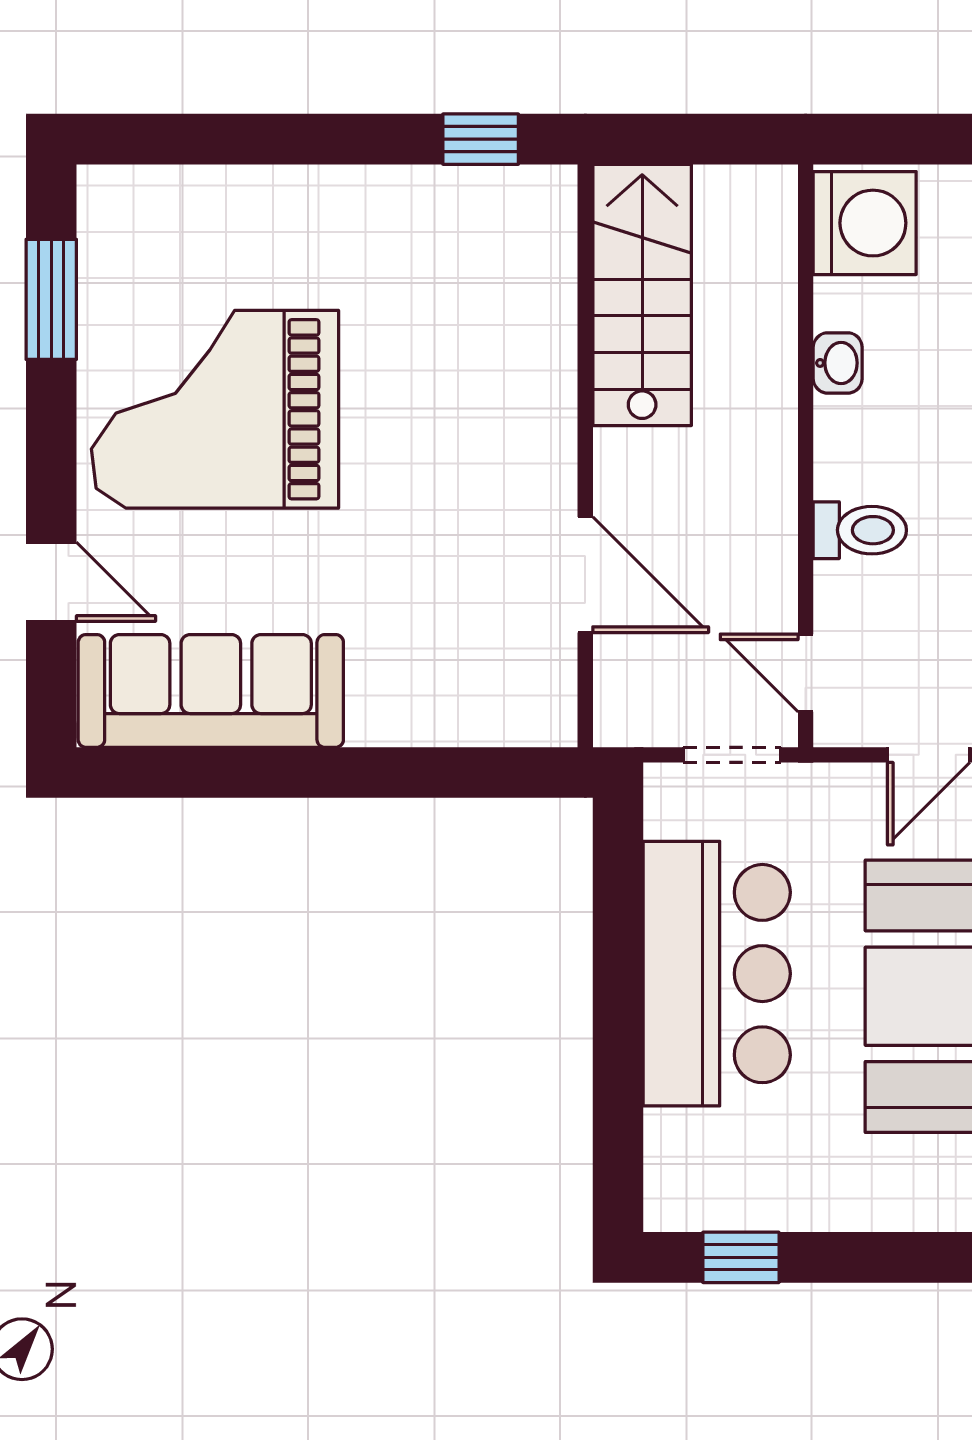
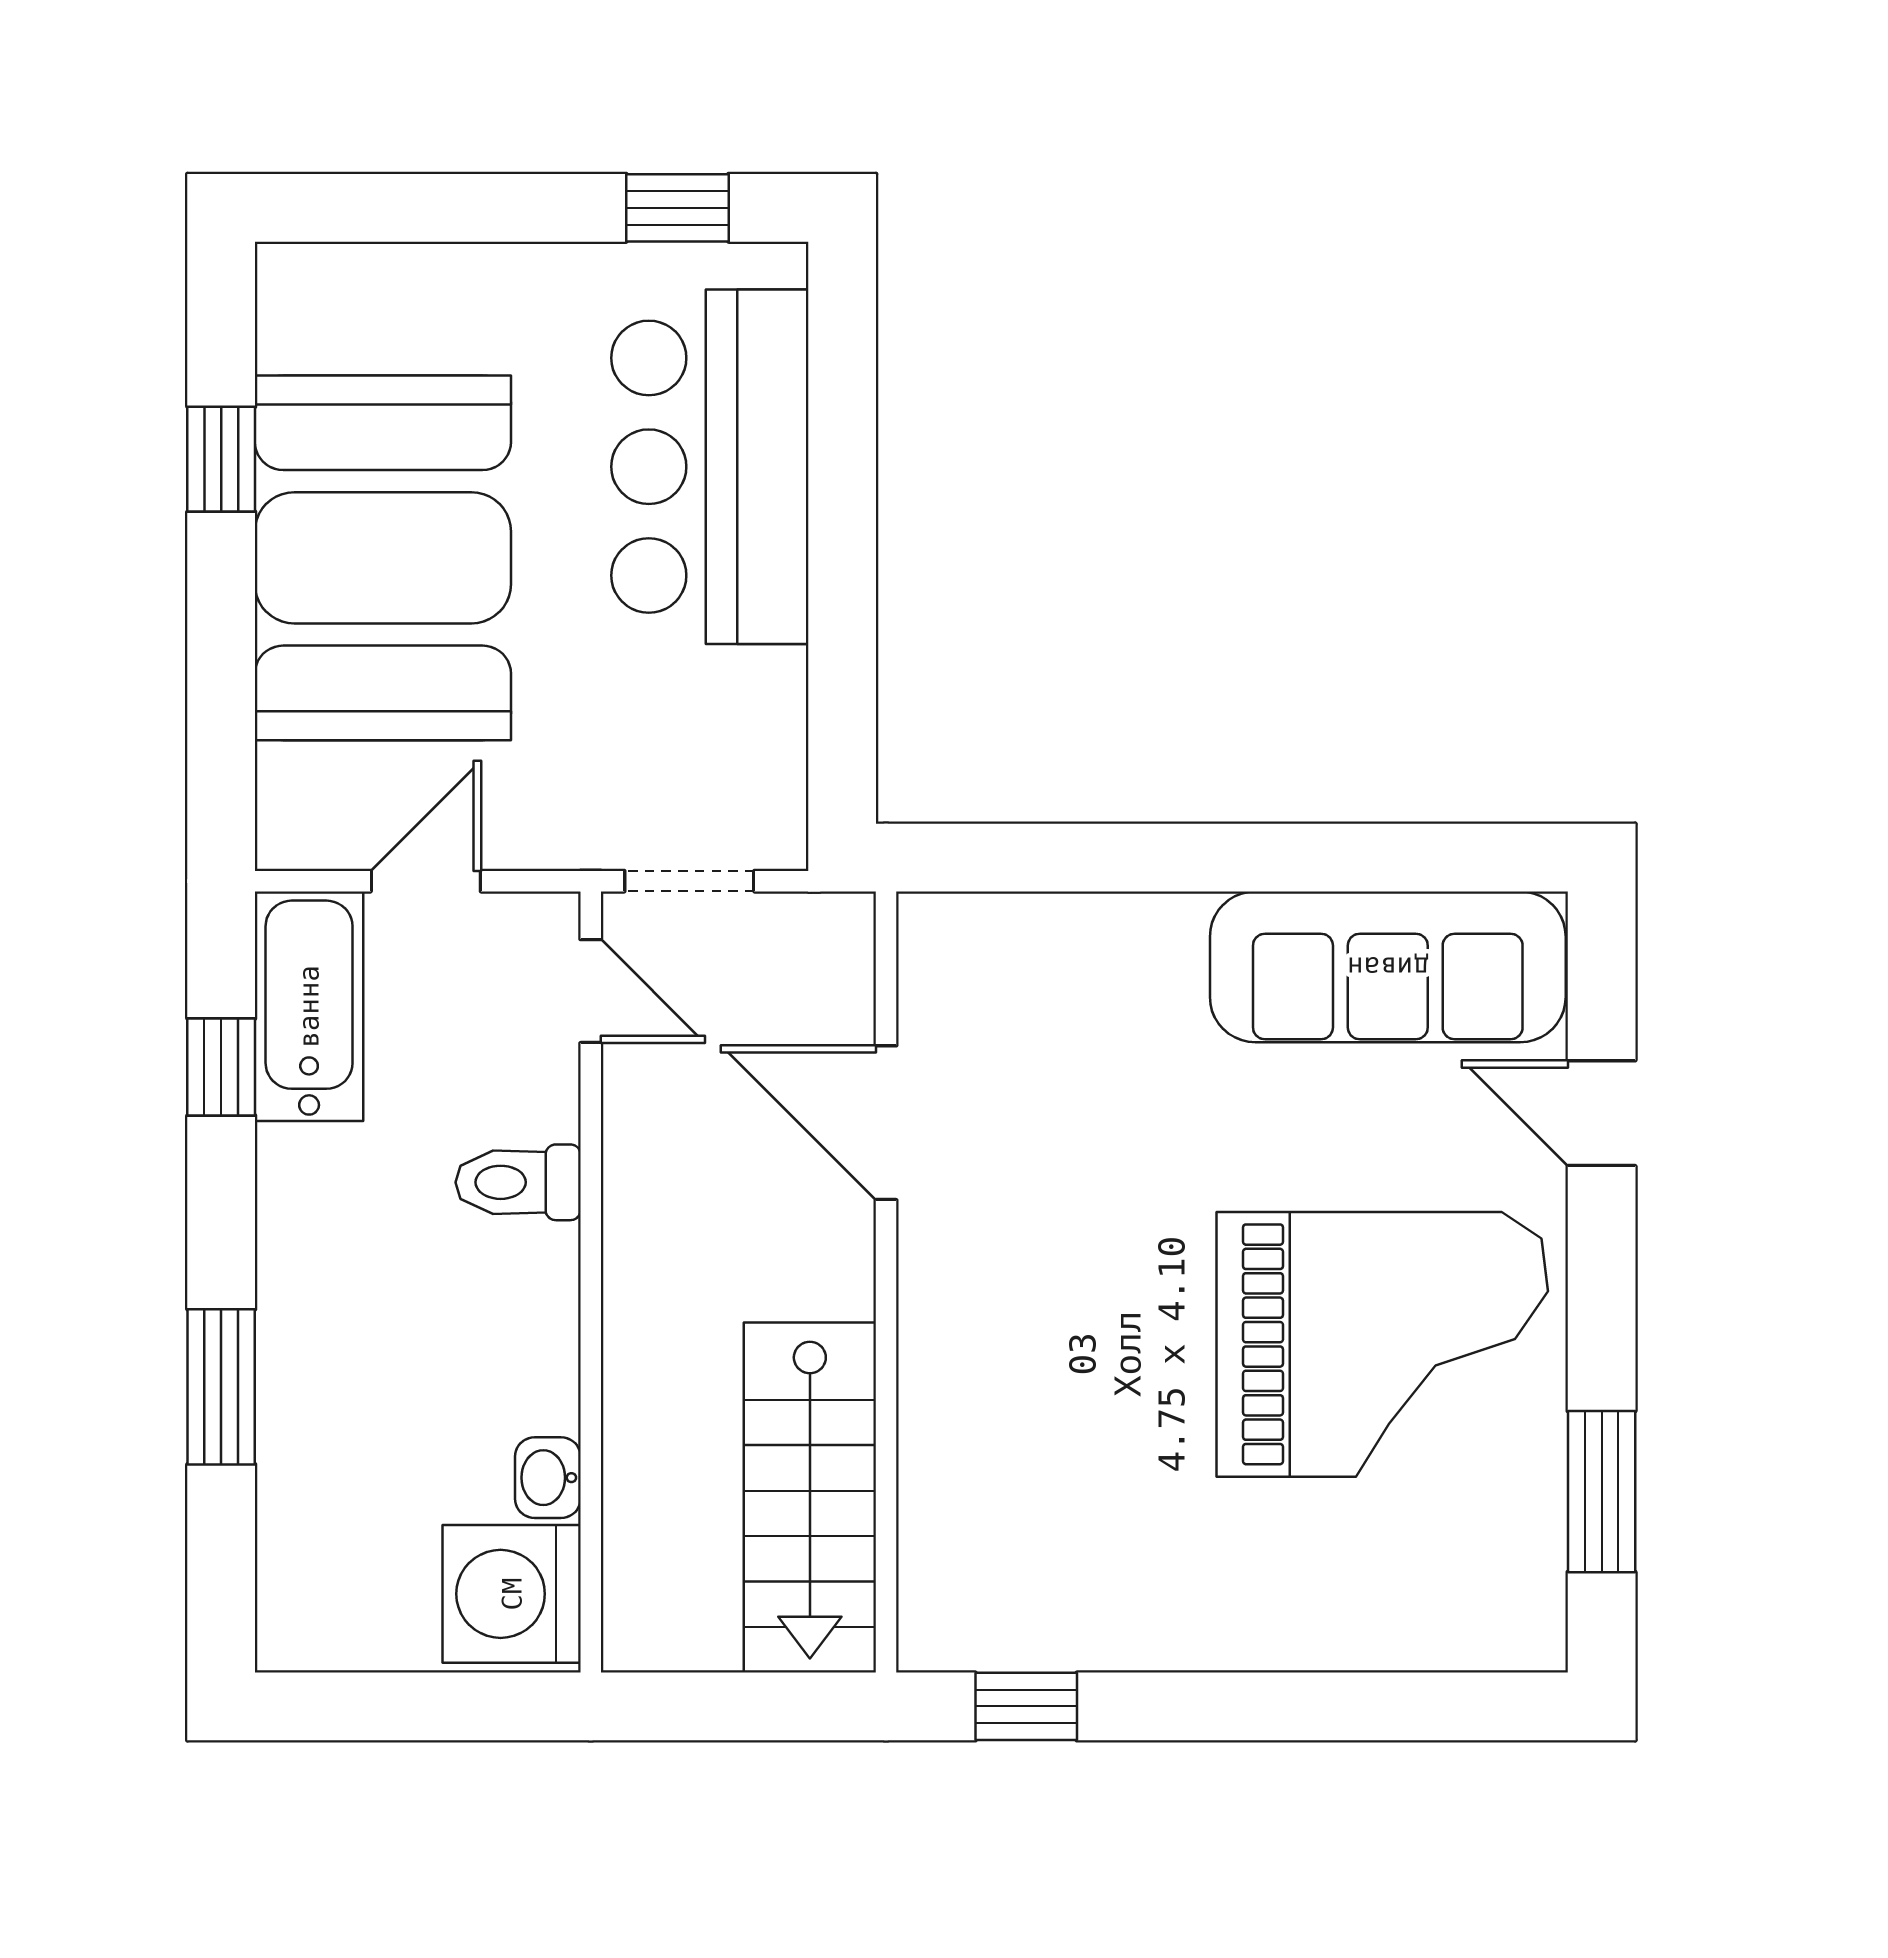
washbasin: (838, 363) -> (548, 1478), moved
bar counter: (717, 974) -> (710, 467), moved

